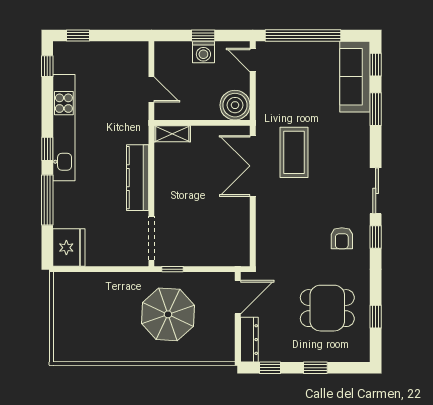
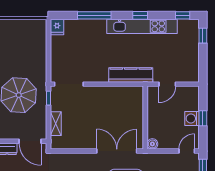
boiler: (235, 105) -> (152, 144), width x0.54, depth x0.54
shelving: (172, 134) -> (56, 124), moved
window: (47, 149) -> (140, 15), moved
kitchen counter: (138, 178) -> (131, 75), moved
fridge: (69, 248) -> (57, 27), width x0.53, depth x0.75

